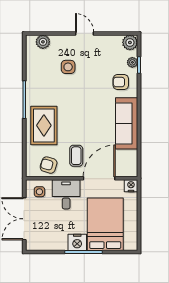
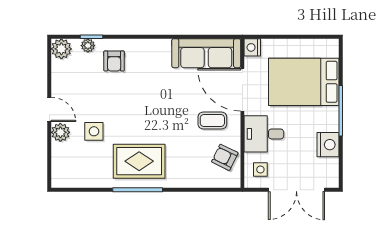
door: (85, 33) -> (49, 109), swing flipped
plant: (43, 42) -> (60, 132), moved
sofa: (127, 123) -> (206, 53), moved
rug: (44, 125) -> (139, 161), moved
armchair: (49, 165) -> (225, 157), turned 99
nightstand: (77, 242) -> (328, 145), moved

